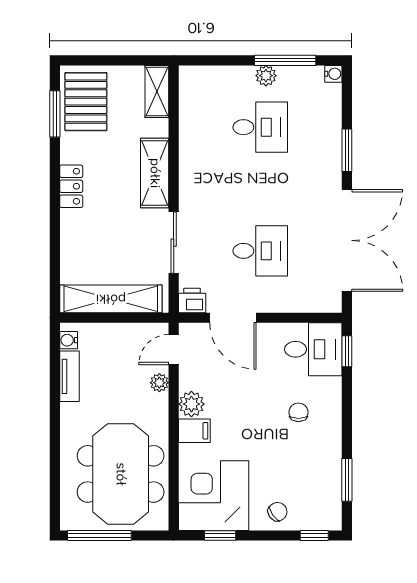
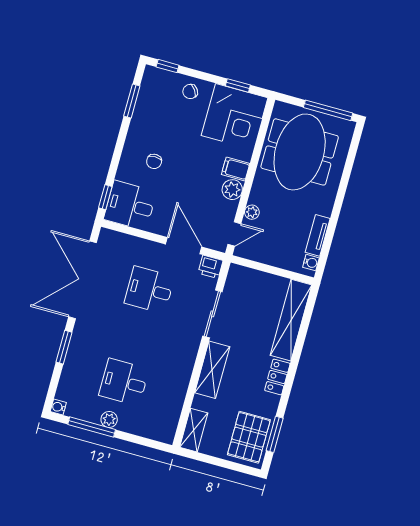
shelving: (111, 299) -> (291, 320), moved, turned 90

